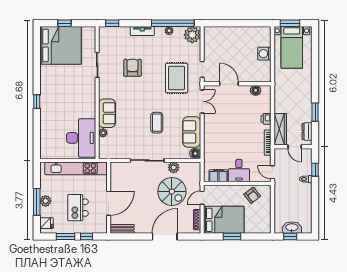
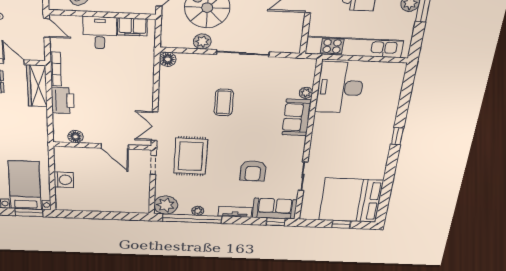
printer: (266, 119) -> (63, 100), width x1.87, depth x1.48
sofa: (192, 132) -> (275, 209), moved, turned -90

